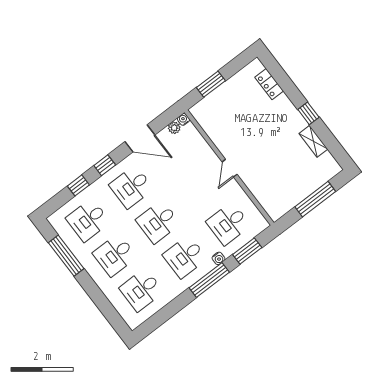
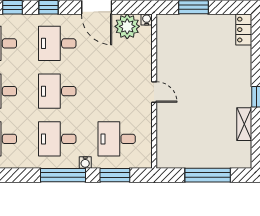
locker: (269, 84) -> (244, 30), moved
plant: (174, 128) -> (127, 26), width x1.87, depth x1.87
door: (230, 168) -> (154, 92), swing flipped

